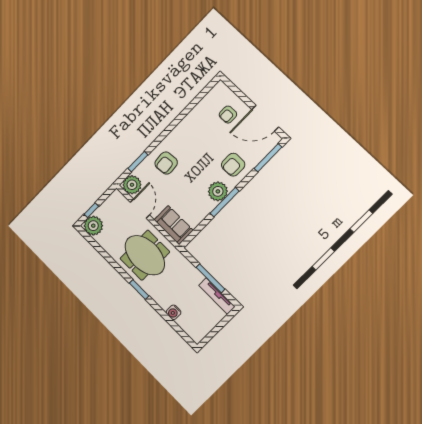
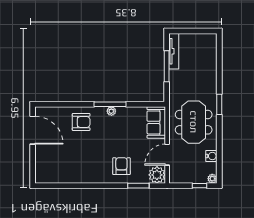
armchair: (228, 115) -> (53, 156), removed
window: (268, 158) -> (56, 104), removed
armchair: (166, 163) -> (121, 166), turned -85
plant: (218, 191) -> (111, 111), width x0.53, depth x0.53
plant: (93, 226) -> (212, 179), width x0.53, depth x0.53
water cooler: (174, 312) -> (211, 156), moved

